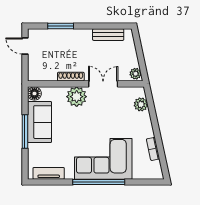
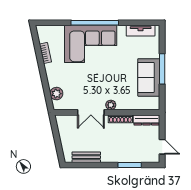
plant: (136, 74) -> (61, 122), removed
dresser: (42, 76) -> (147, 120), added
floor lamp: (34, 94) -> (153, 103), removed
plant: (77, 97) -> (111, 105), width x0.53, depth x0.53

